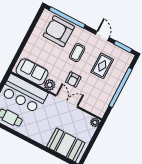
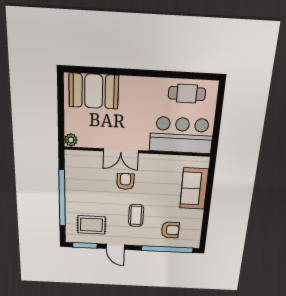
armchair: (59, 31) -> (170, 230), width x0.53, depth x0.53
rug: (102, 66) -> (91, 225), moved, turned 90
sofa: (32, 72) -> (194, 189), moved, turned 90
plant: (50, 85) -> (153, 162), removed

